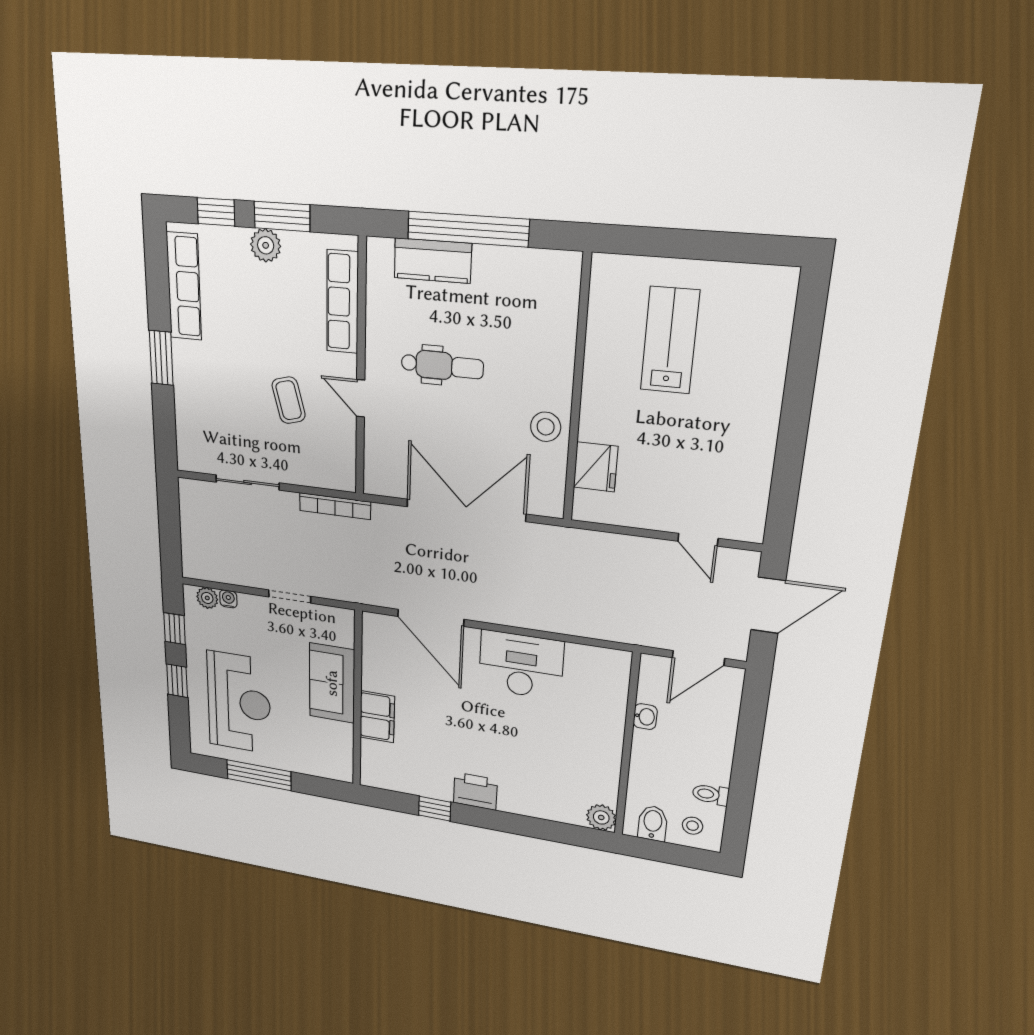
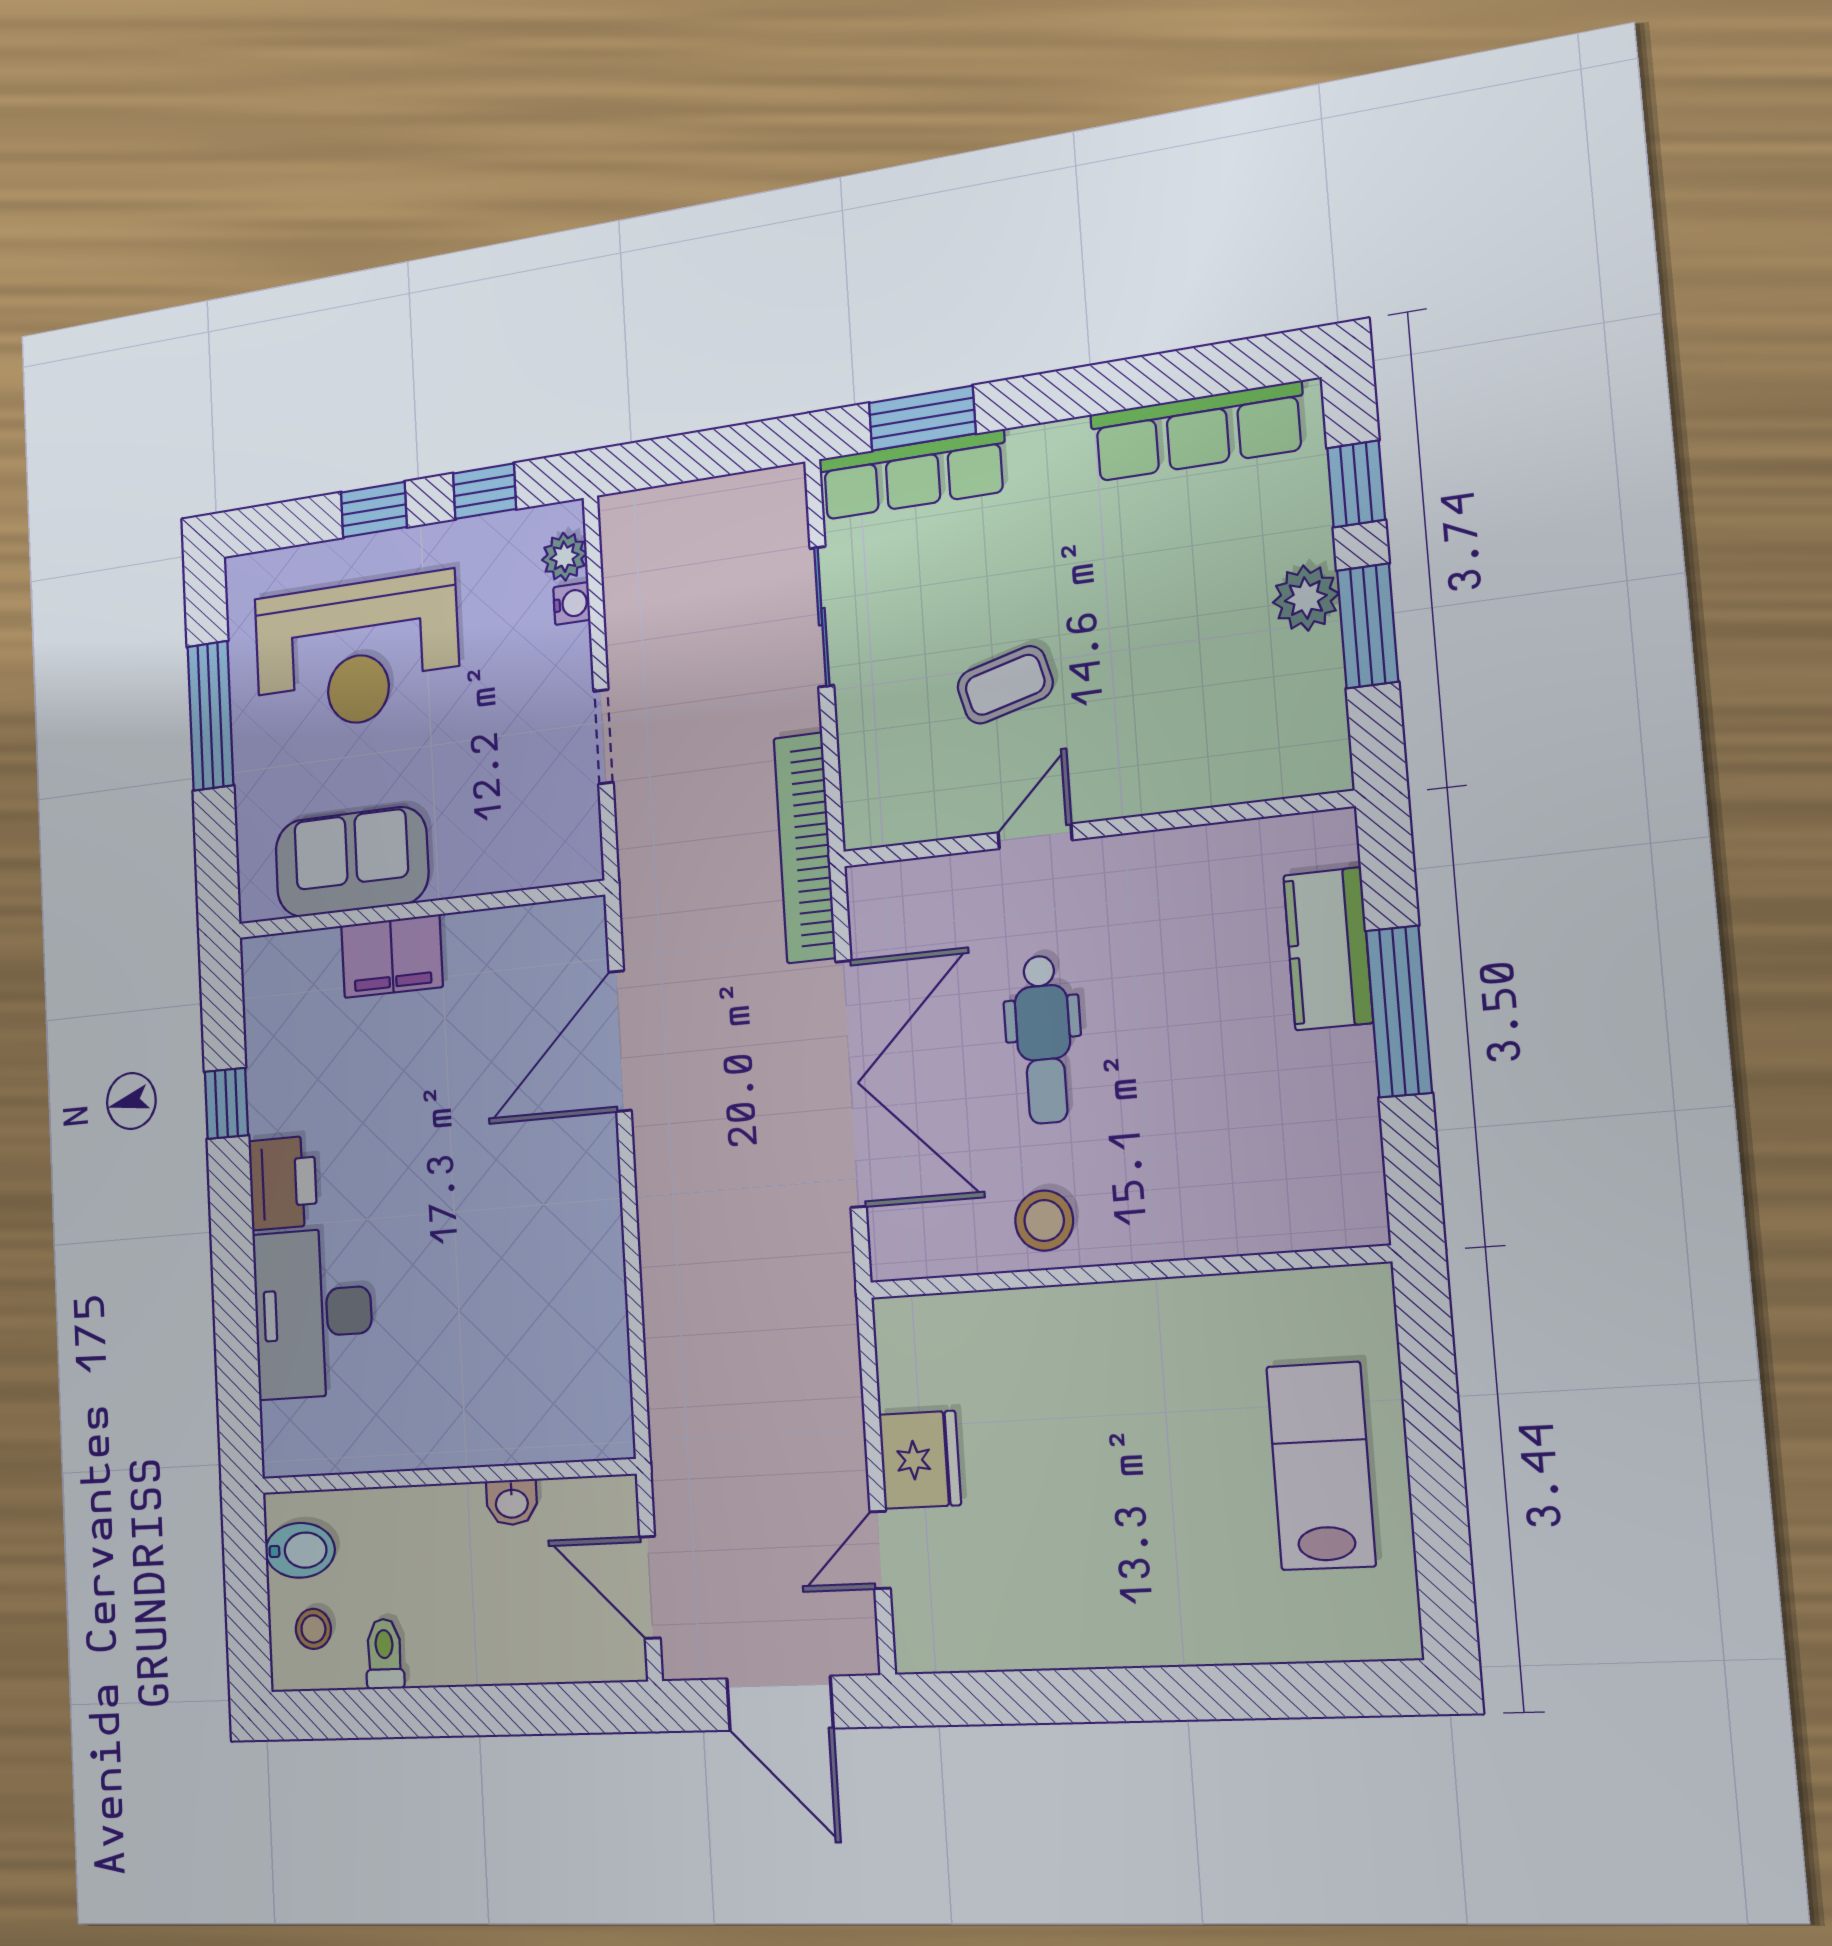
window: (468, 229) -> (1399, 1012), width x0.68
row of seats: (343, 302) -> (913, 475), moved, turned 180
lab bench: (670, 340) -> (1321, 1466), moved, turned -90
window: (161, 358) -> (922, 418), moved
dental chair: (442, 366) -> (1044, 1039), moved
fridge: (596, 467) -> (920, 1460), moved, turned -90
bookcase: (335, 506) -> (805, 848), width x1.48, depth x1.31
desk: (521, 665) -> (313, 1313), moved, turned 180
sofa: (332, 683) -> (352, 862), moved
plant: (601, 817) -> (288, 1447), removed

